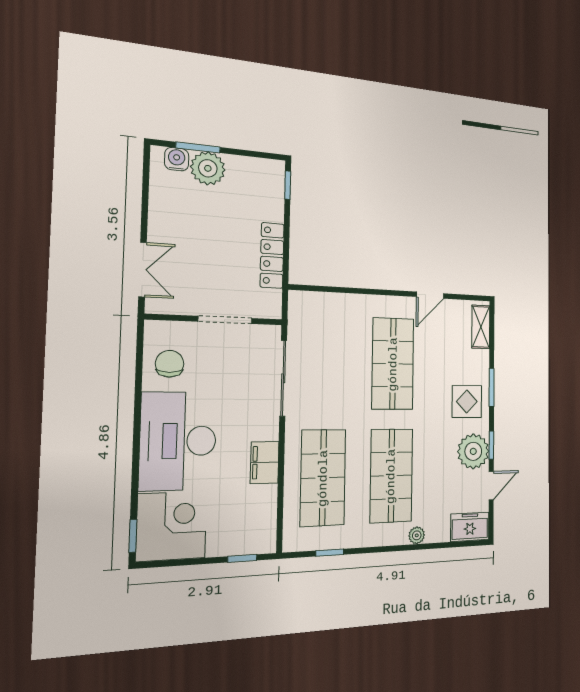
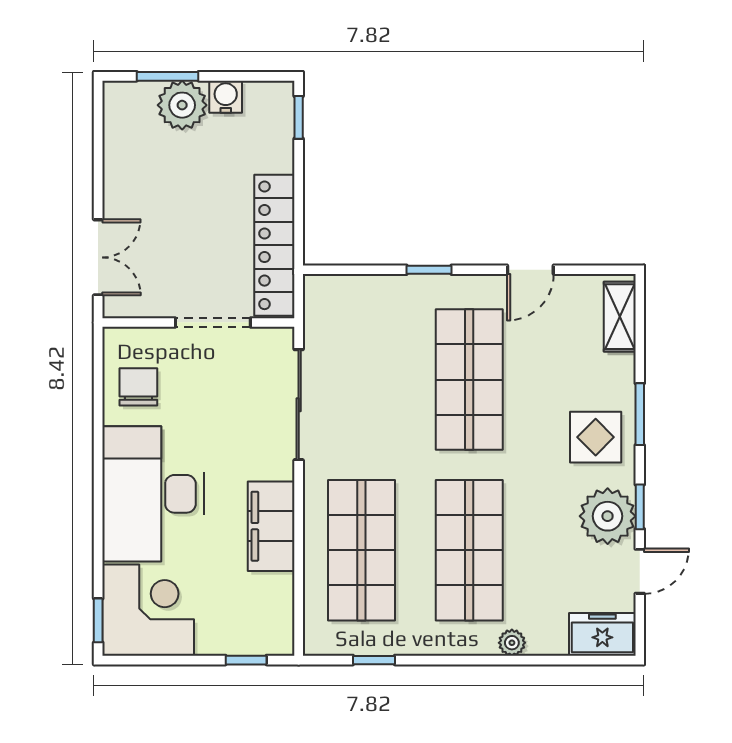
water cooler: (177, 159) -> (226, 97), moved
locker: (272, 255) -> (274, 245), width x1.41, depth x1.21
window: (369, 292) -> (429, 270), added
filing cabinet: (265, 462) -> (271, 526), width x1.50, depth x1.17

